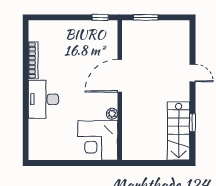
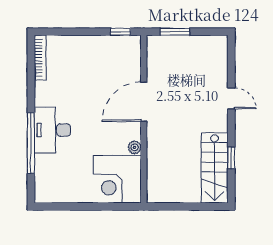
bookcase: (33, 60) -> (40, 57), moved
window: (26, 110) -> (31, 143), added

